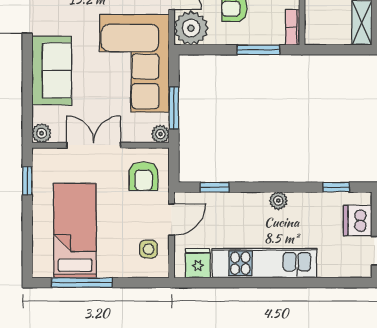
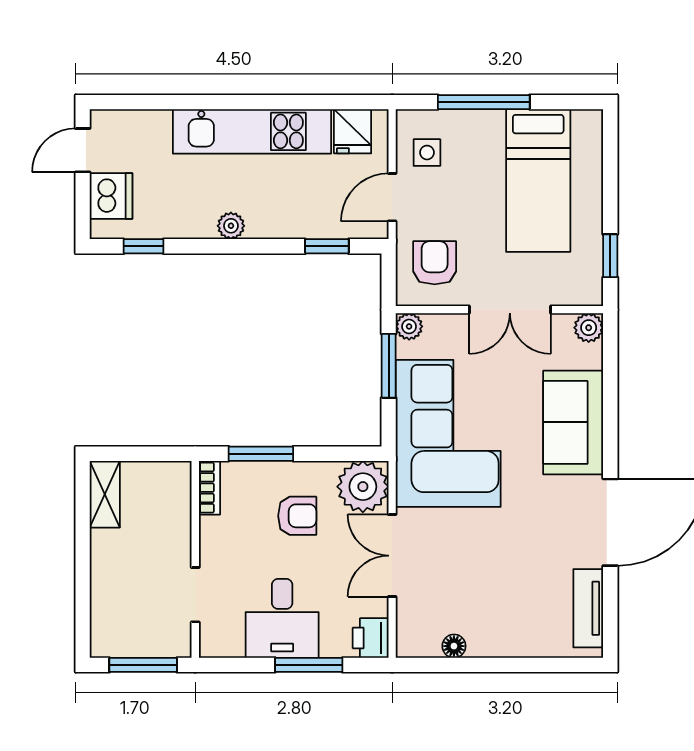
window: (82, 283) -> (484, 102), moved

